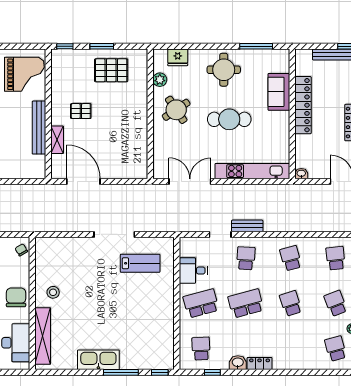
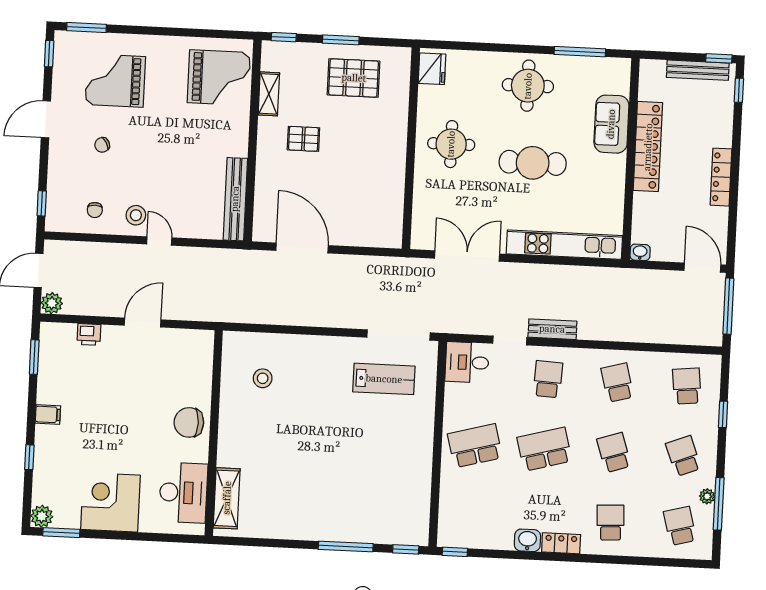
fridge: (178, 57) -> (432, 69), moved, turned -90
plant: (160, 80) -> (428, 96), removed
round table: (176, 110) -> (451, 144), turned 34
bench: (39, 128) -> (235, 199), moved
shelving: (57, 140) -> (269, 94), moved
doorway: (114, 234) -> (399, 335), moved
chair: (21, 250) -> (201, 349), removed
desk: (193, 271) -> (467, 362), moved
stool: (53, 292) -> (263, 378), moved
chair: (16, 297) -> (189, 422), turned -90
shelving: (43, 336) -> (227, 498), width x0.68
school desk: (201, 349) -> (610, 523), moved
kitchen sink: (98, 360) -> (312, 525), removed
window: (212, 372) -> (455, 552), moved

